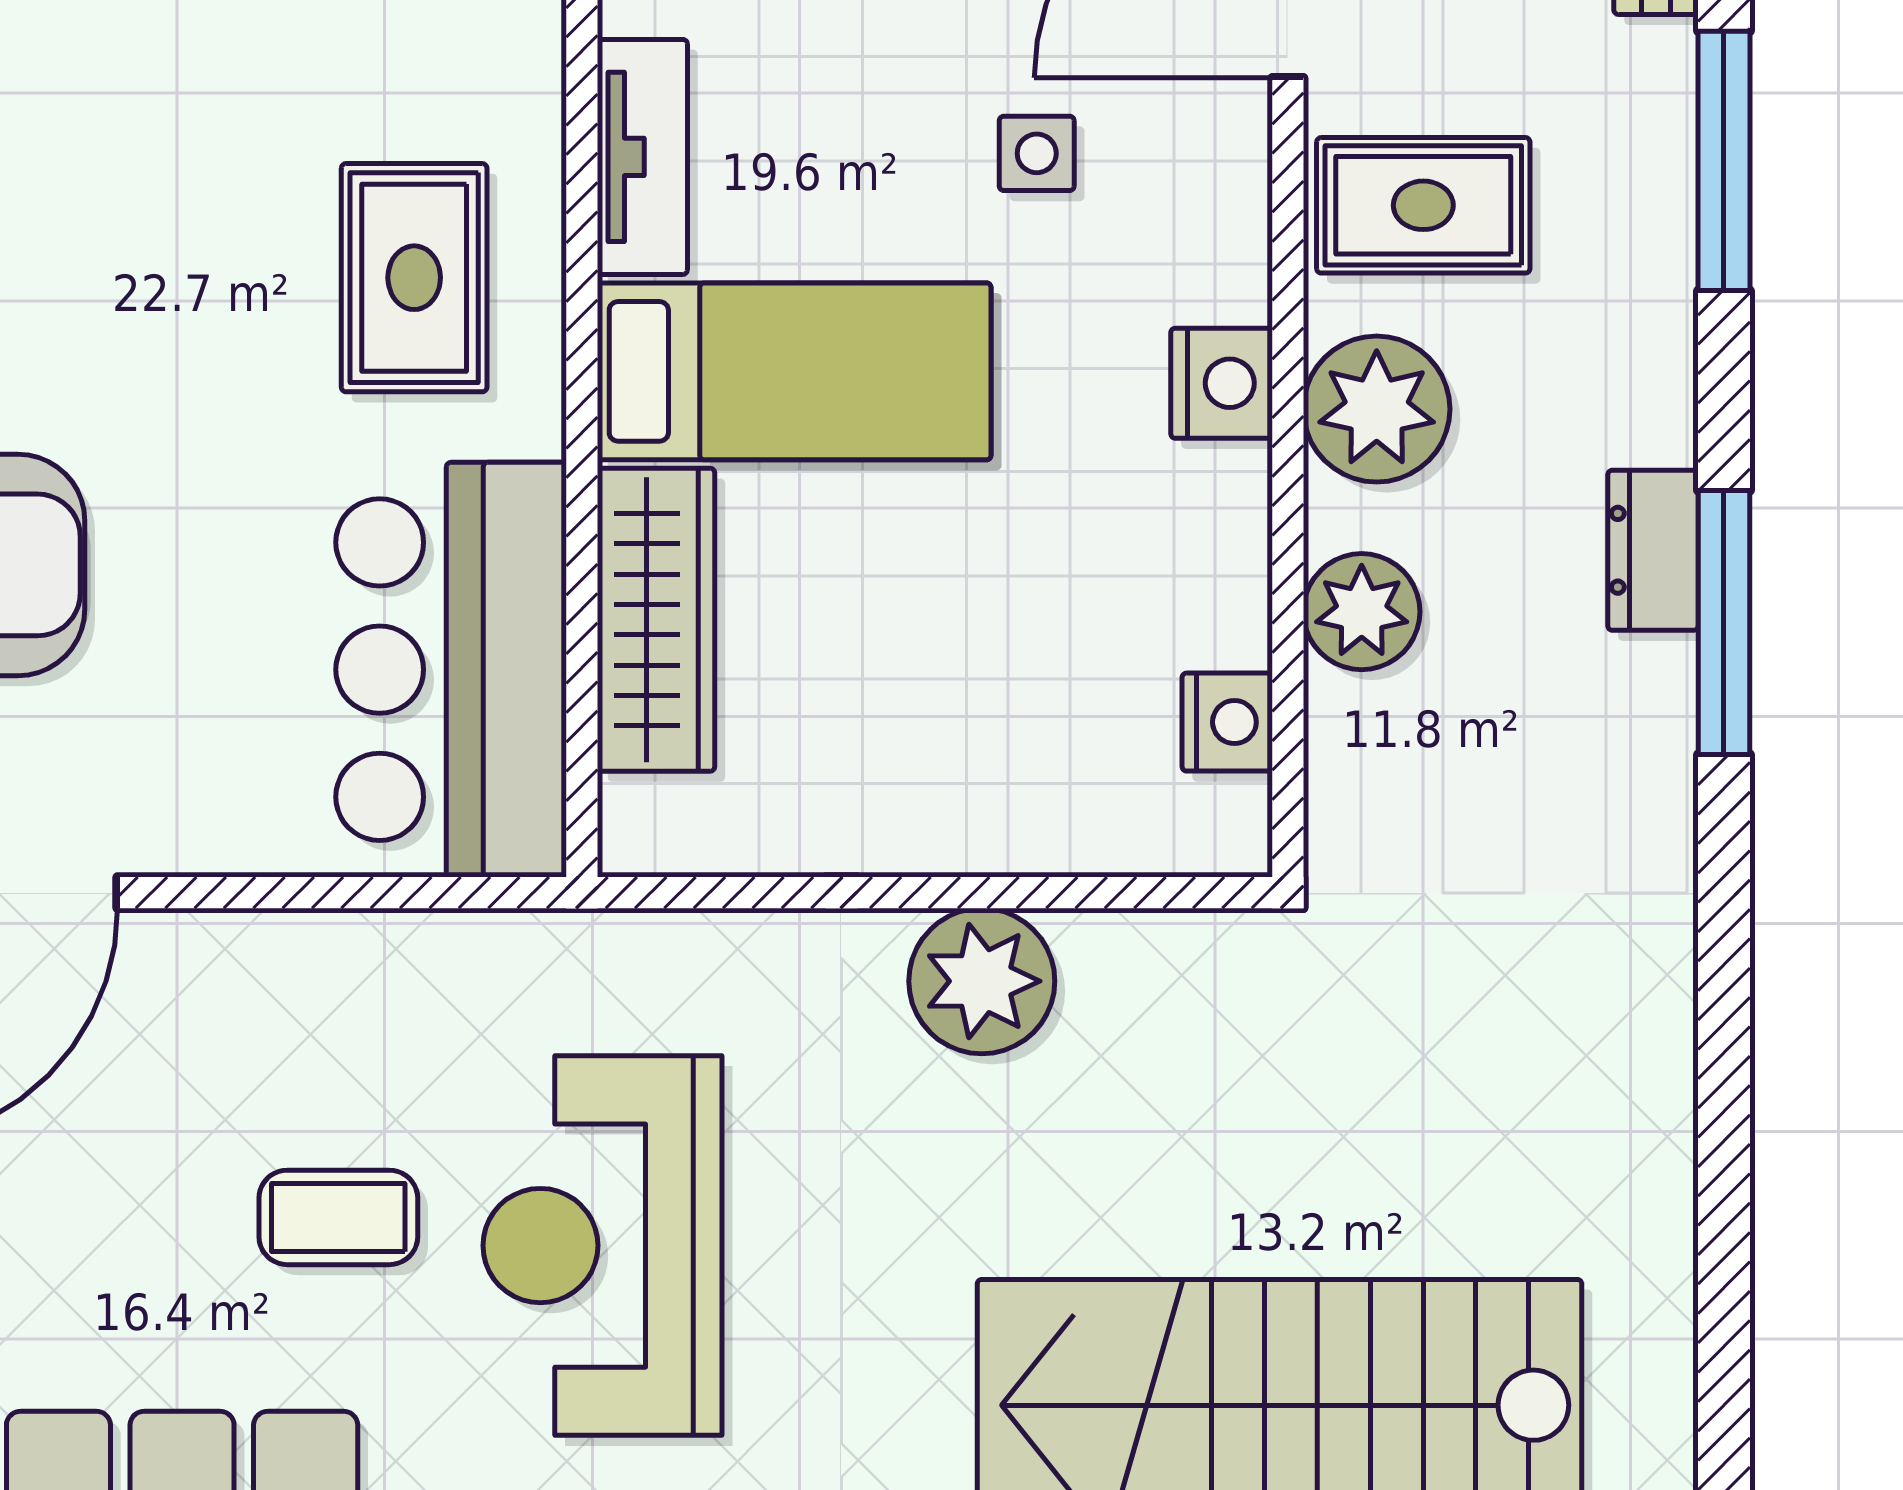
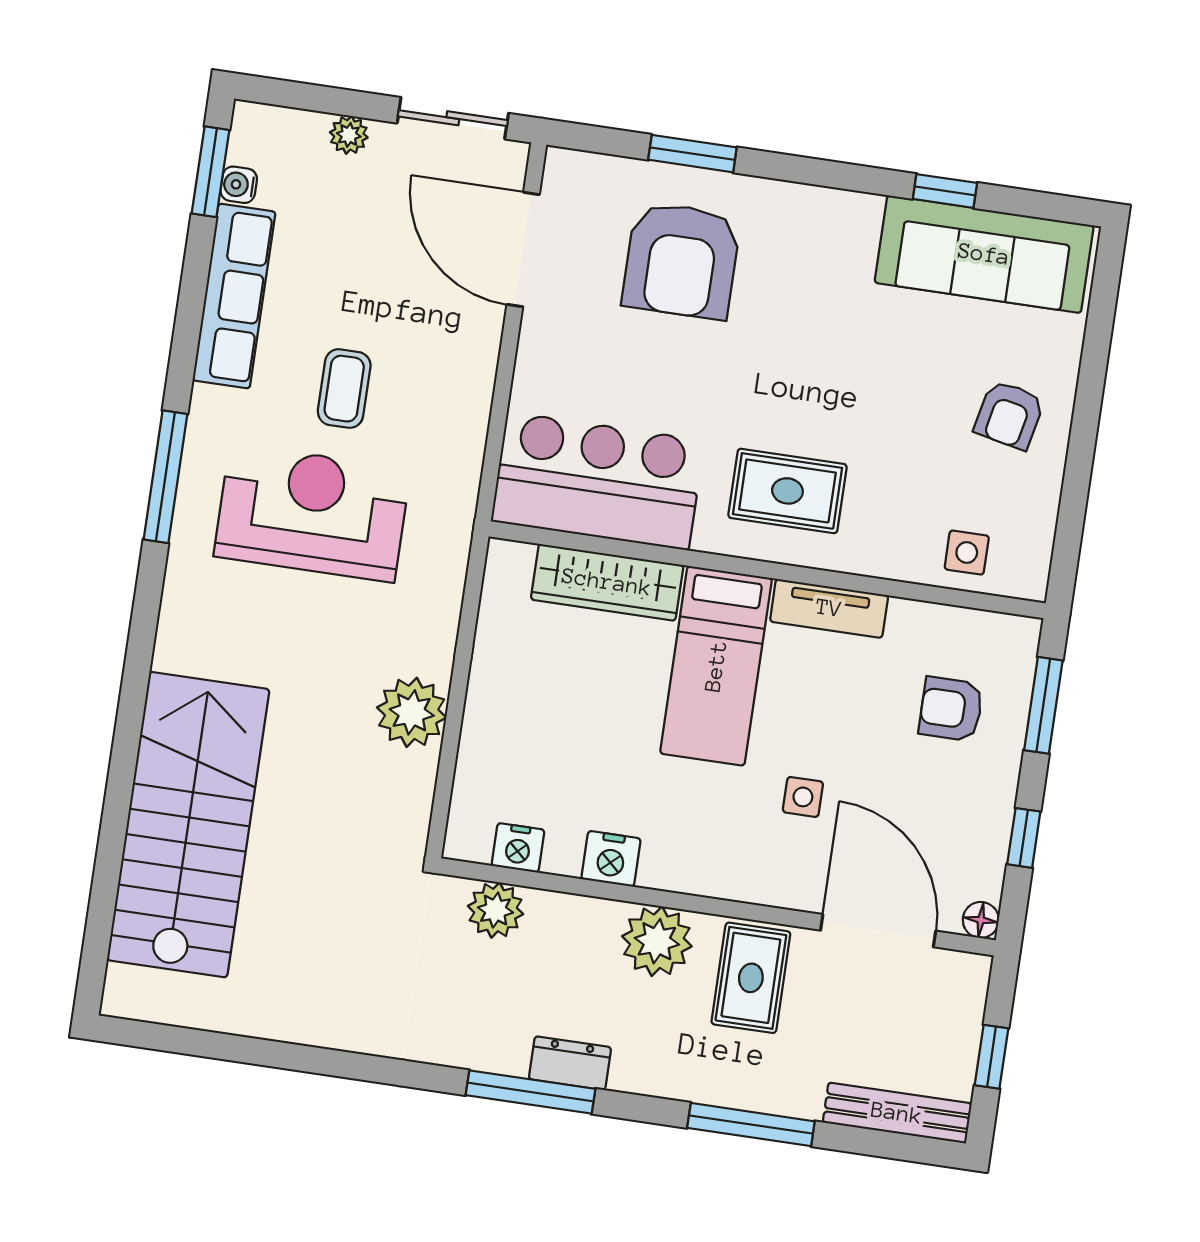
nightstand: (1222, 383) -> (611, 859), moved
plant: (1362, 612) -> (495, 910), moved

